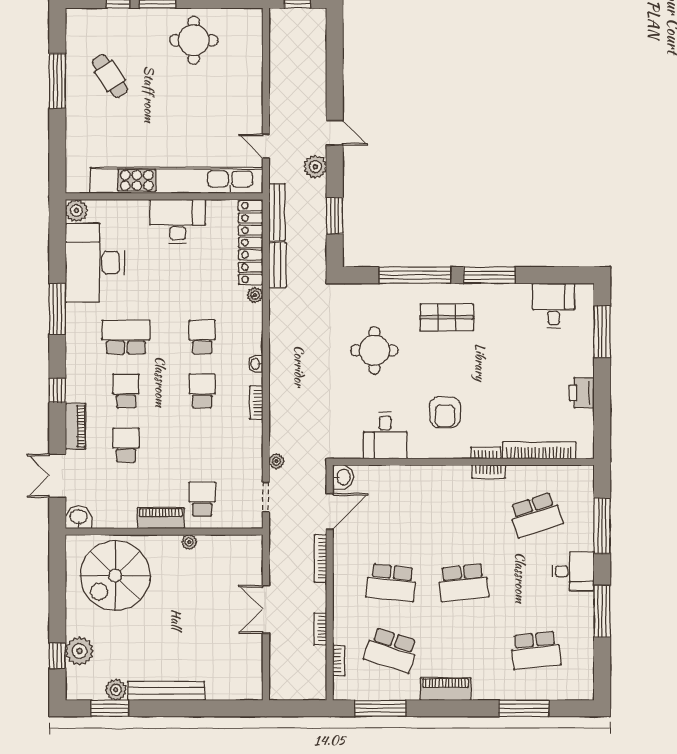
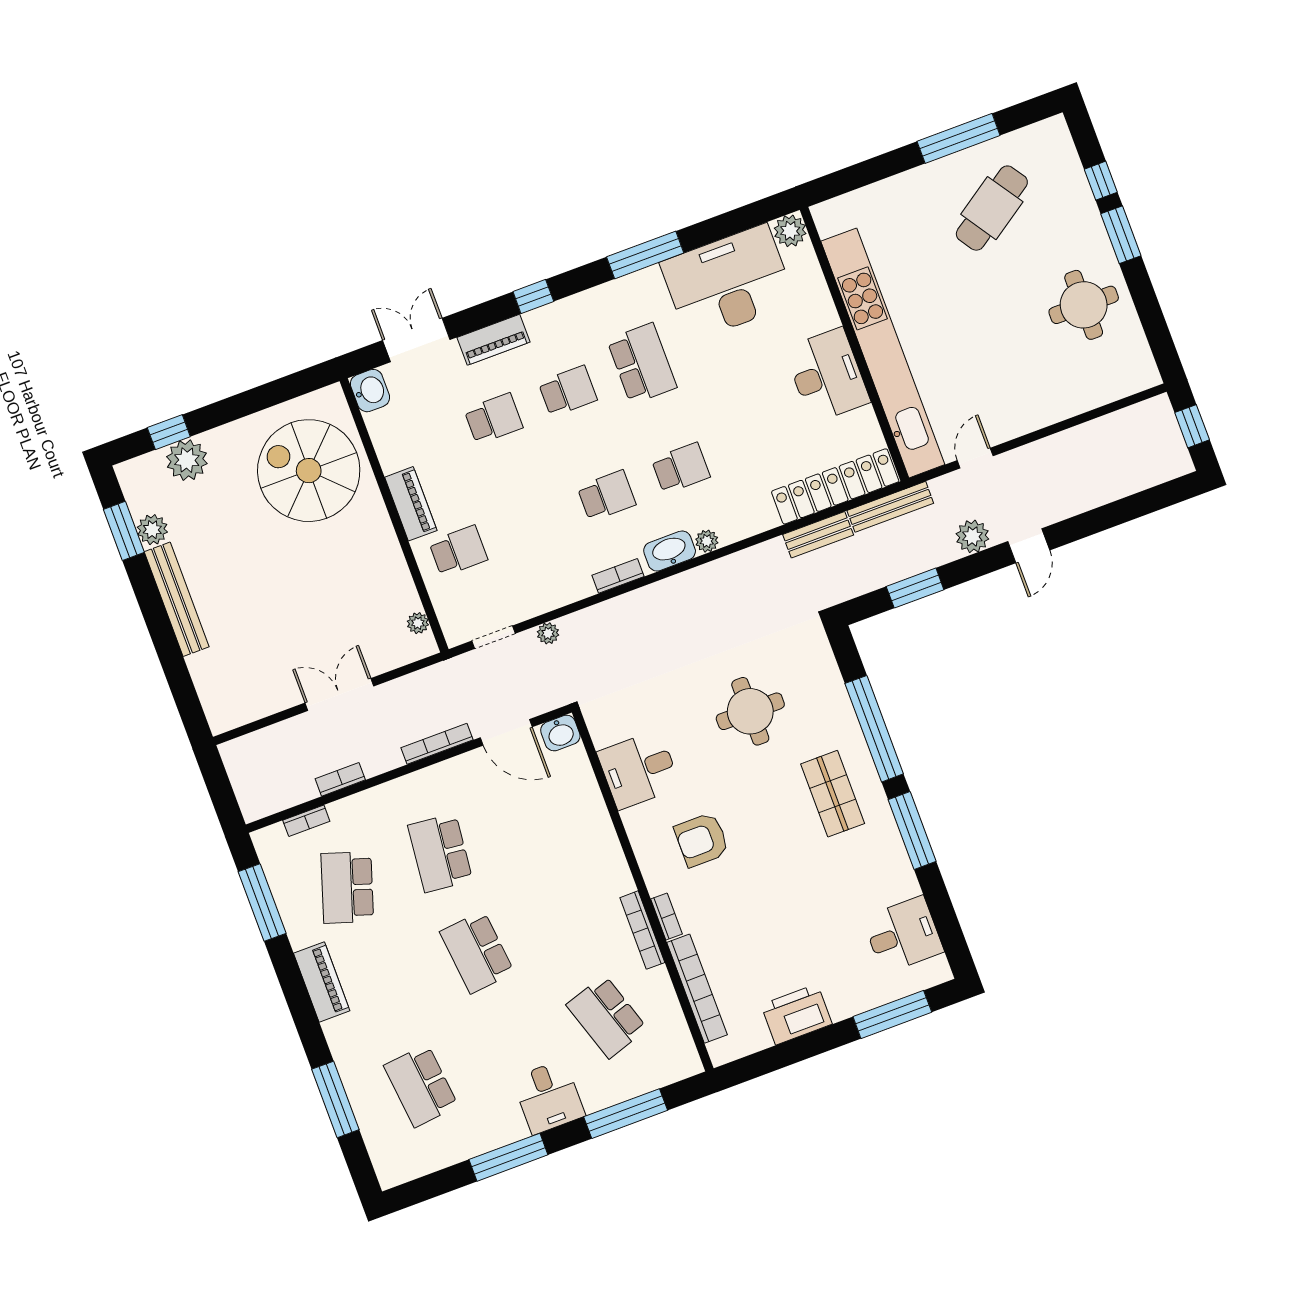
cafe table: (110, 76) -> (992, 208), width x1.37, depth x1.35
plant: (255, 295) -> (707, 541), moved
washbasin: (256, 364) -> (670, 551), width x1.91, depth x1.45
printer: (582, 393) -> (796, 1014), width x1.37, depth x1.19
bookcase: (489, 471) -> (642, 930), width x1.56
plant: (189, 542) -> (418, 623), moved

